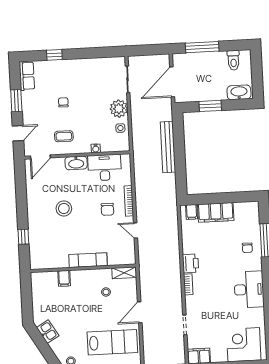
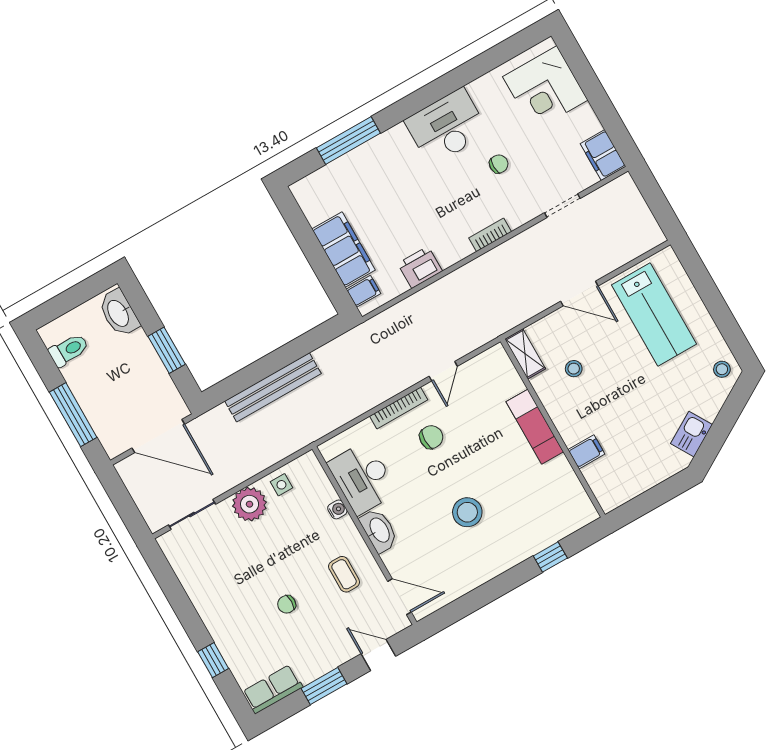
chair: (247, 248) -> (499, 164), moved
printer: (191, 263) -> (420, 267), moved
lab bench: (112, 342) -> (654, 315), turned 180

